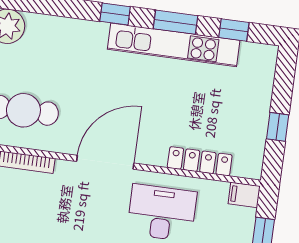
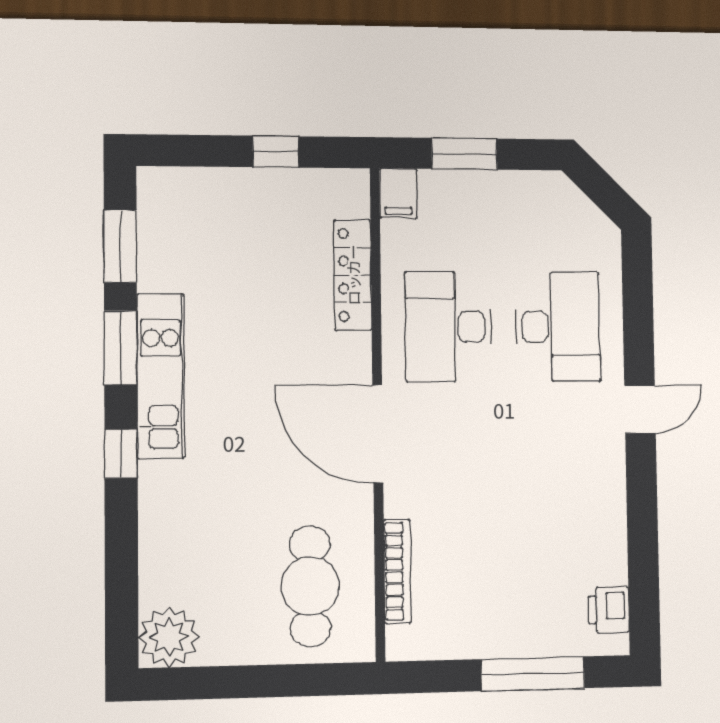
window: (234, 30) -> (120, 246), width x1.50
kitchen unit: (174, 45) -> (161, 376), width x0.73

